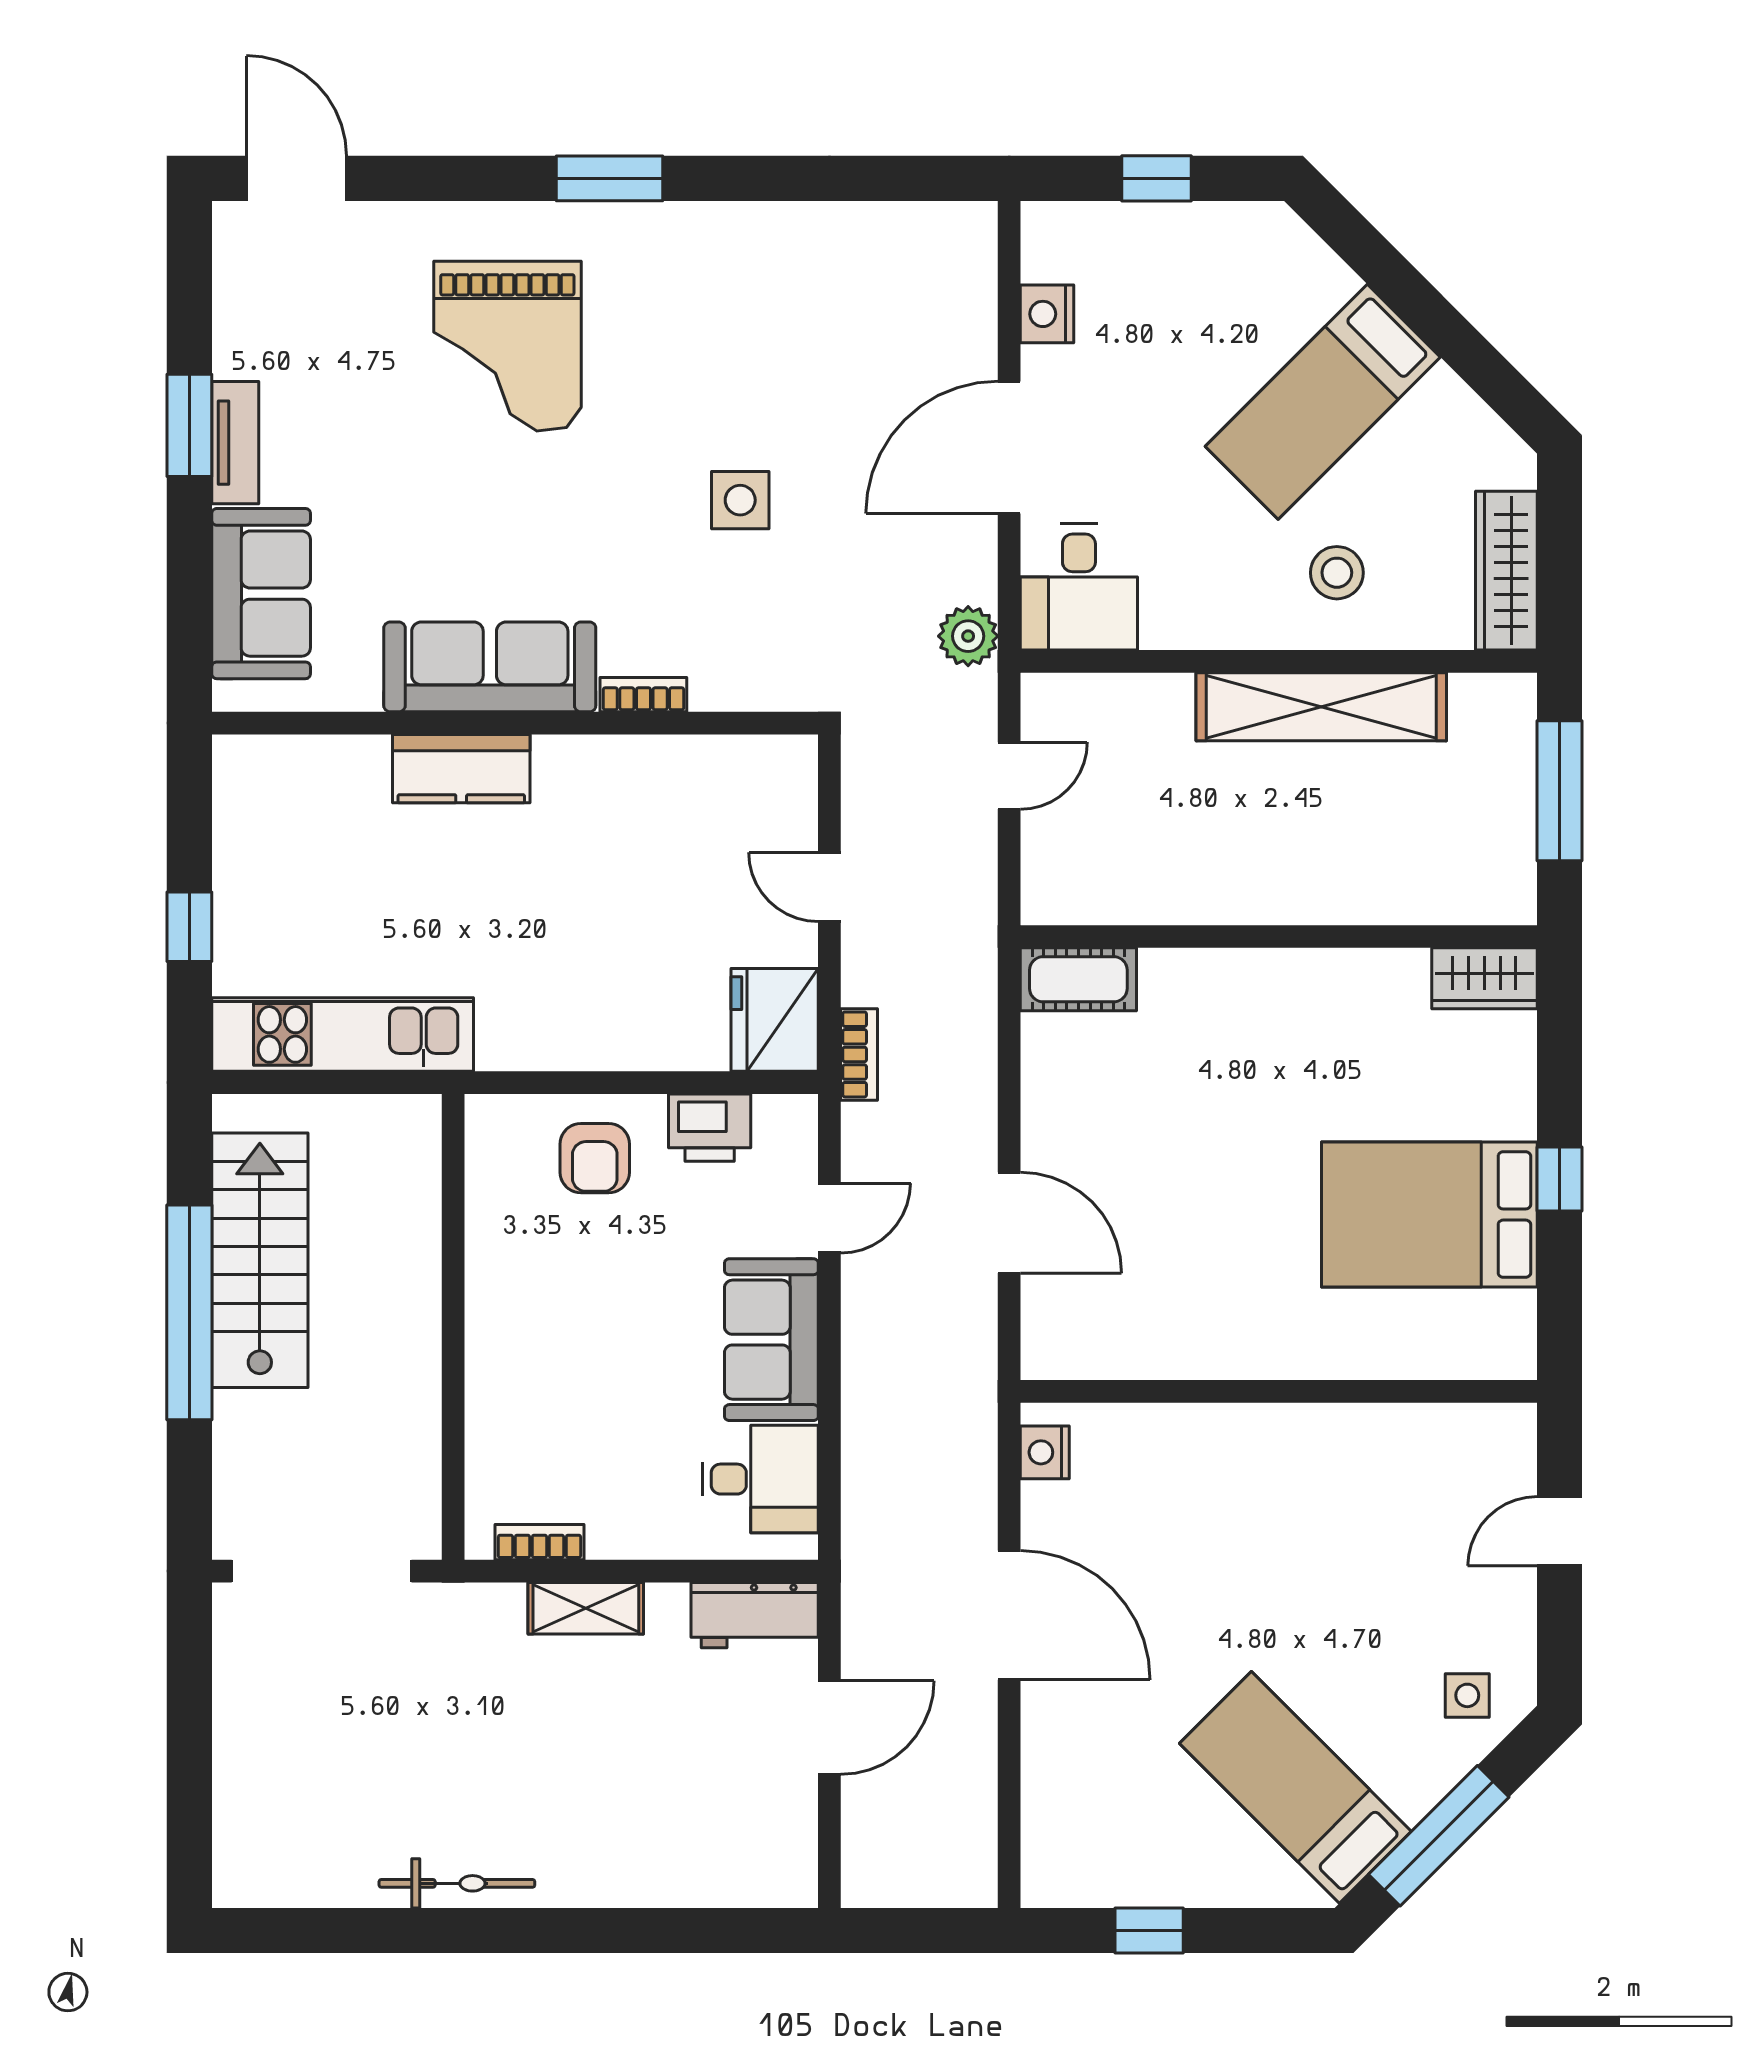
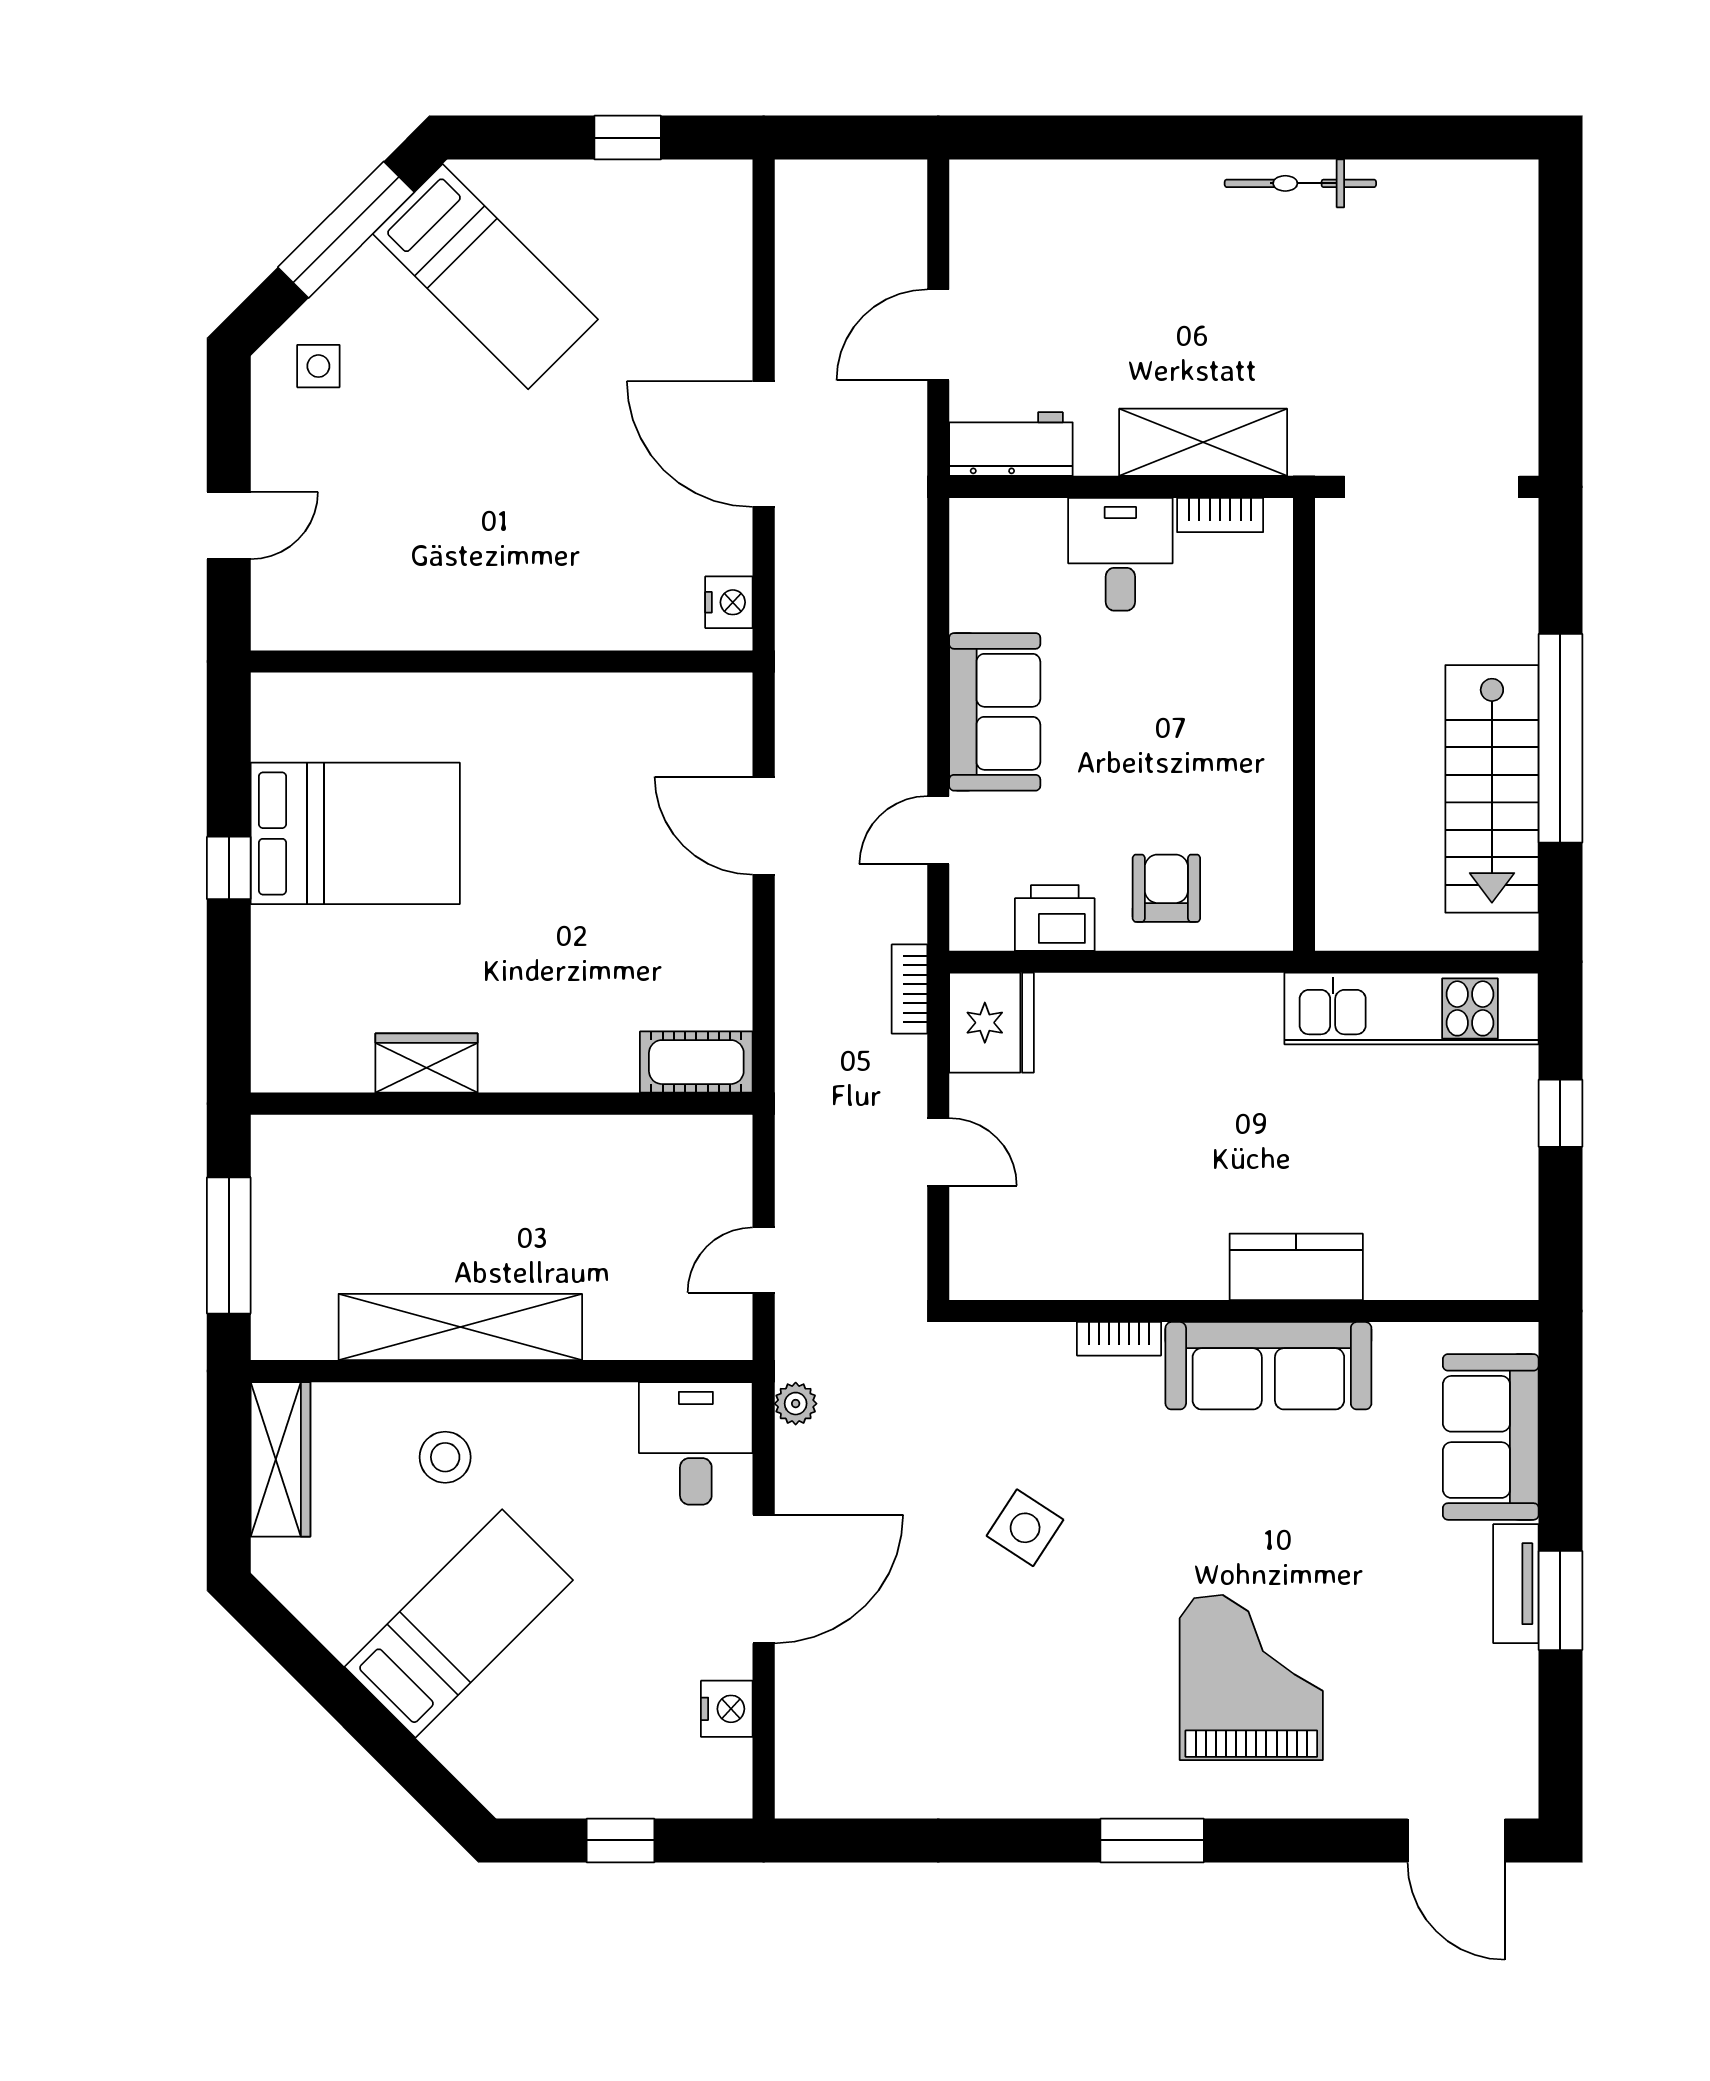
side table: (740, 500) -> (1025, 1528), turned 33
plant: (968, 636) -> (796, 1404), width x0.73, depth x0.73
wardrobe: (1484, 978) -> (427, 1063), moved
desk: (760, 1479) -> (1120, 554), moved, turned 90
shelving: (586, 1608) -> (1203, 442), width x1.50, depth x1.33

